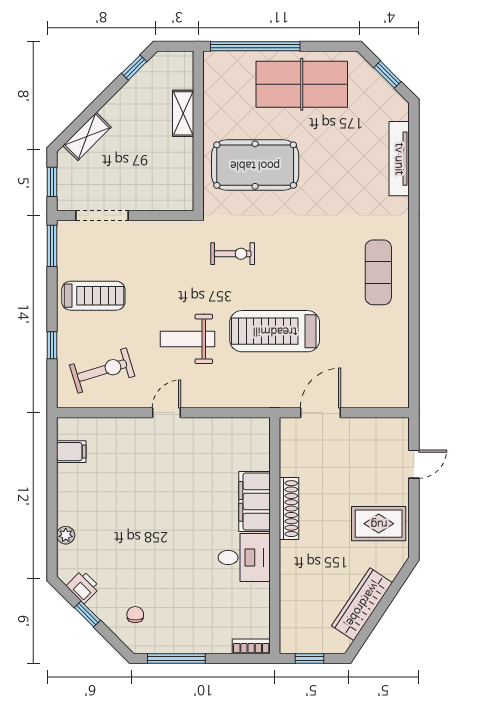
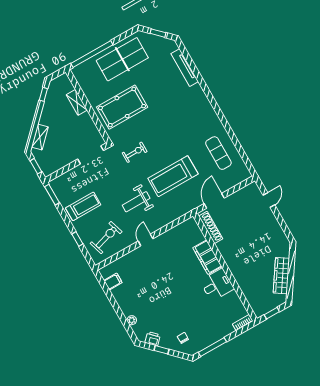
doorway: (102, 216) -> (91, 155), moved
exercise mat: (378, 272) -> (218, 153), moved
shoe rack: (289, 509) -> (211, 227), moved
rug: (379, 524) -> (268, 235), removed

